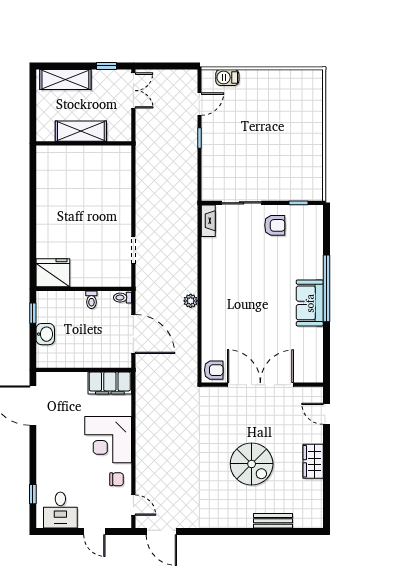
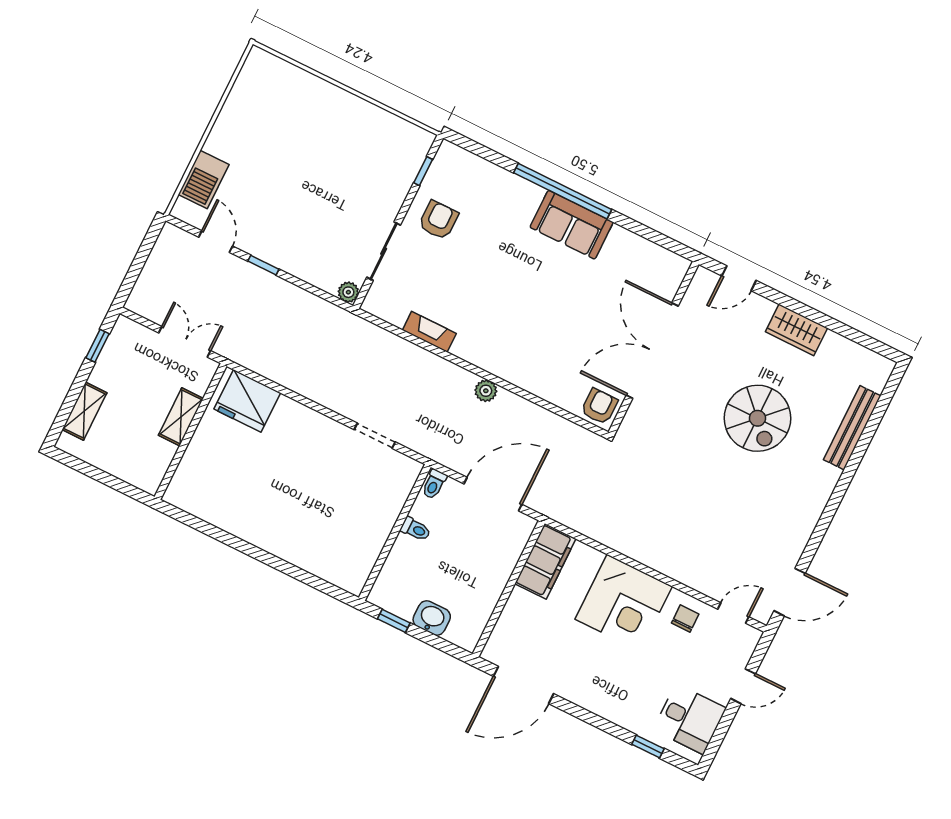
barbecue: (227, 77) -> (204, 179), width x1.38, depth x1.27
shelving: (65, 79) -> (84, 411), width x0.67, depth x0.75
double door: (133, 91) -> (185, 342), moved
shelving: (81, 131) -> (181, 417), width x0.67, depth x0.75
plant: (208, 194) -> (348, 292), added
fireplace: (208, 221) -> (429, 332), moved
fridge: (53, 273) -> (247, 401), moved, turned -90
spiral stairs: (252, 464) -> (757, 418), turned 90
bench: (273, 521) -> (852, 428), width x1.36

